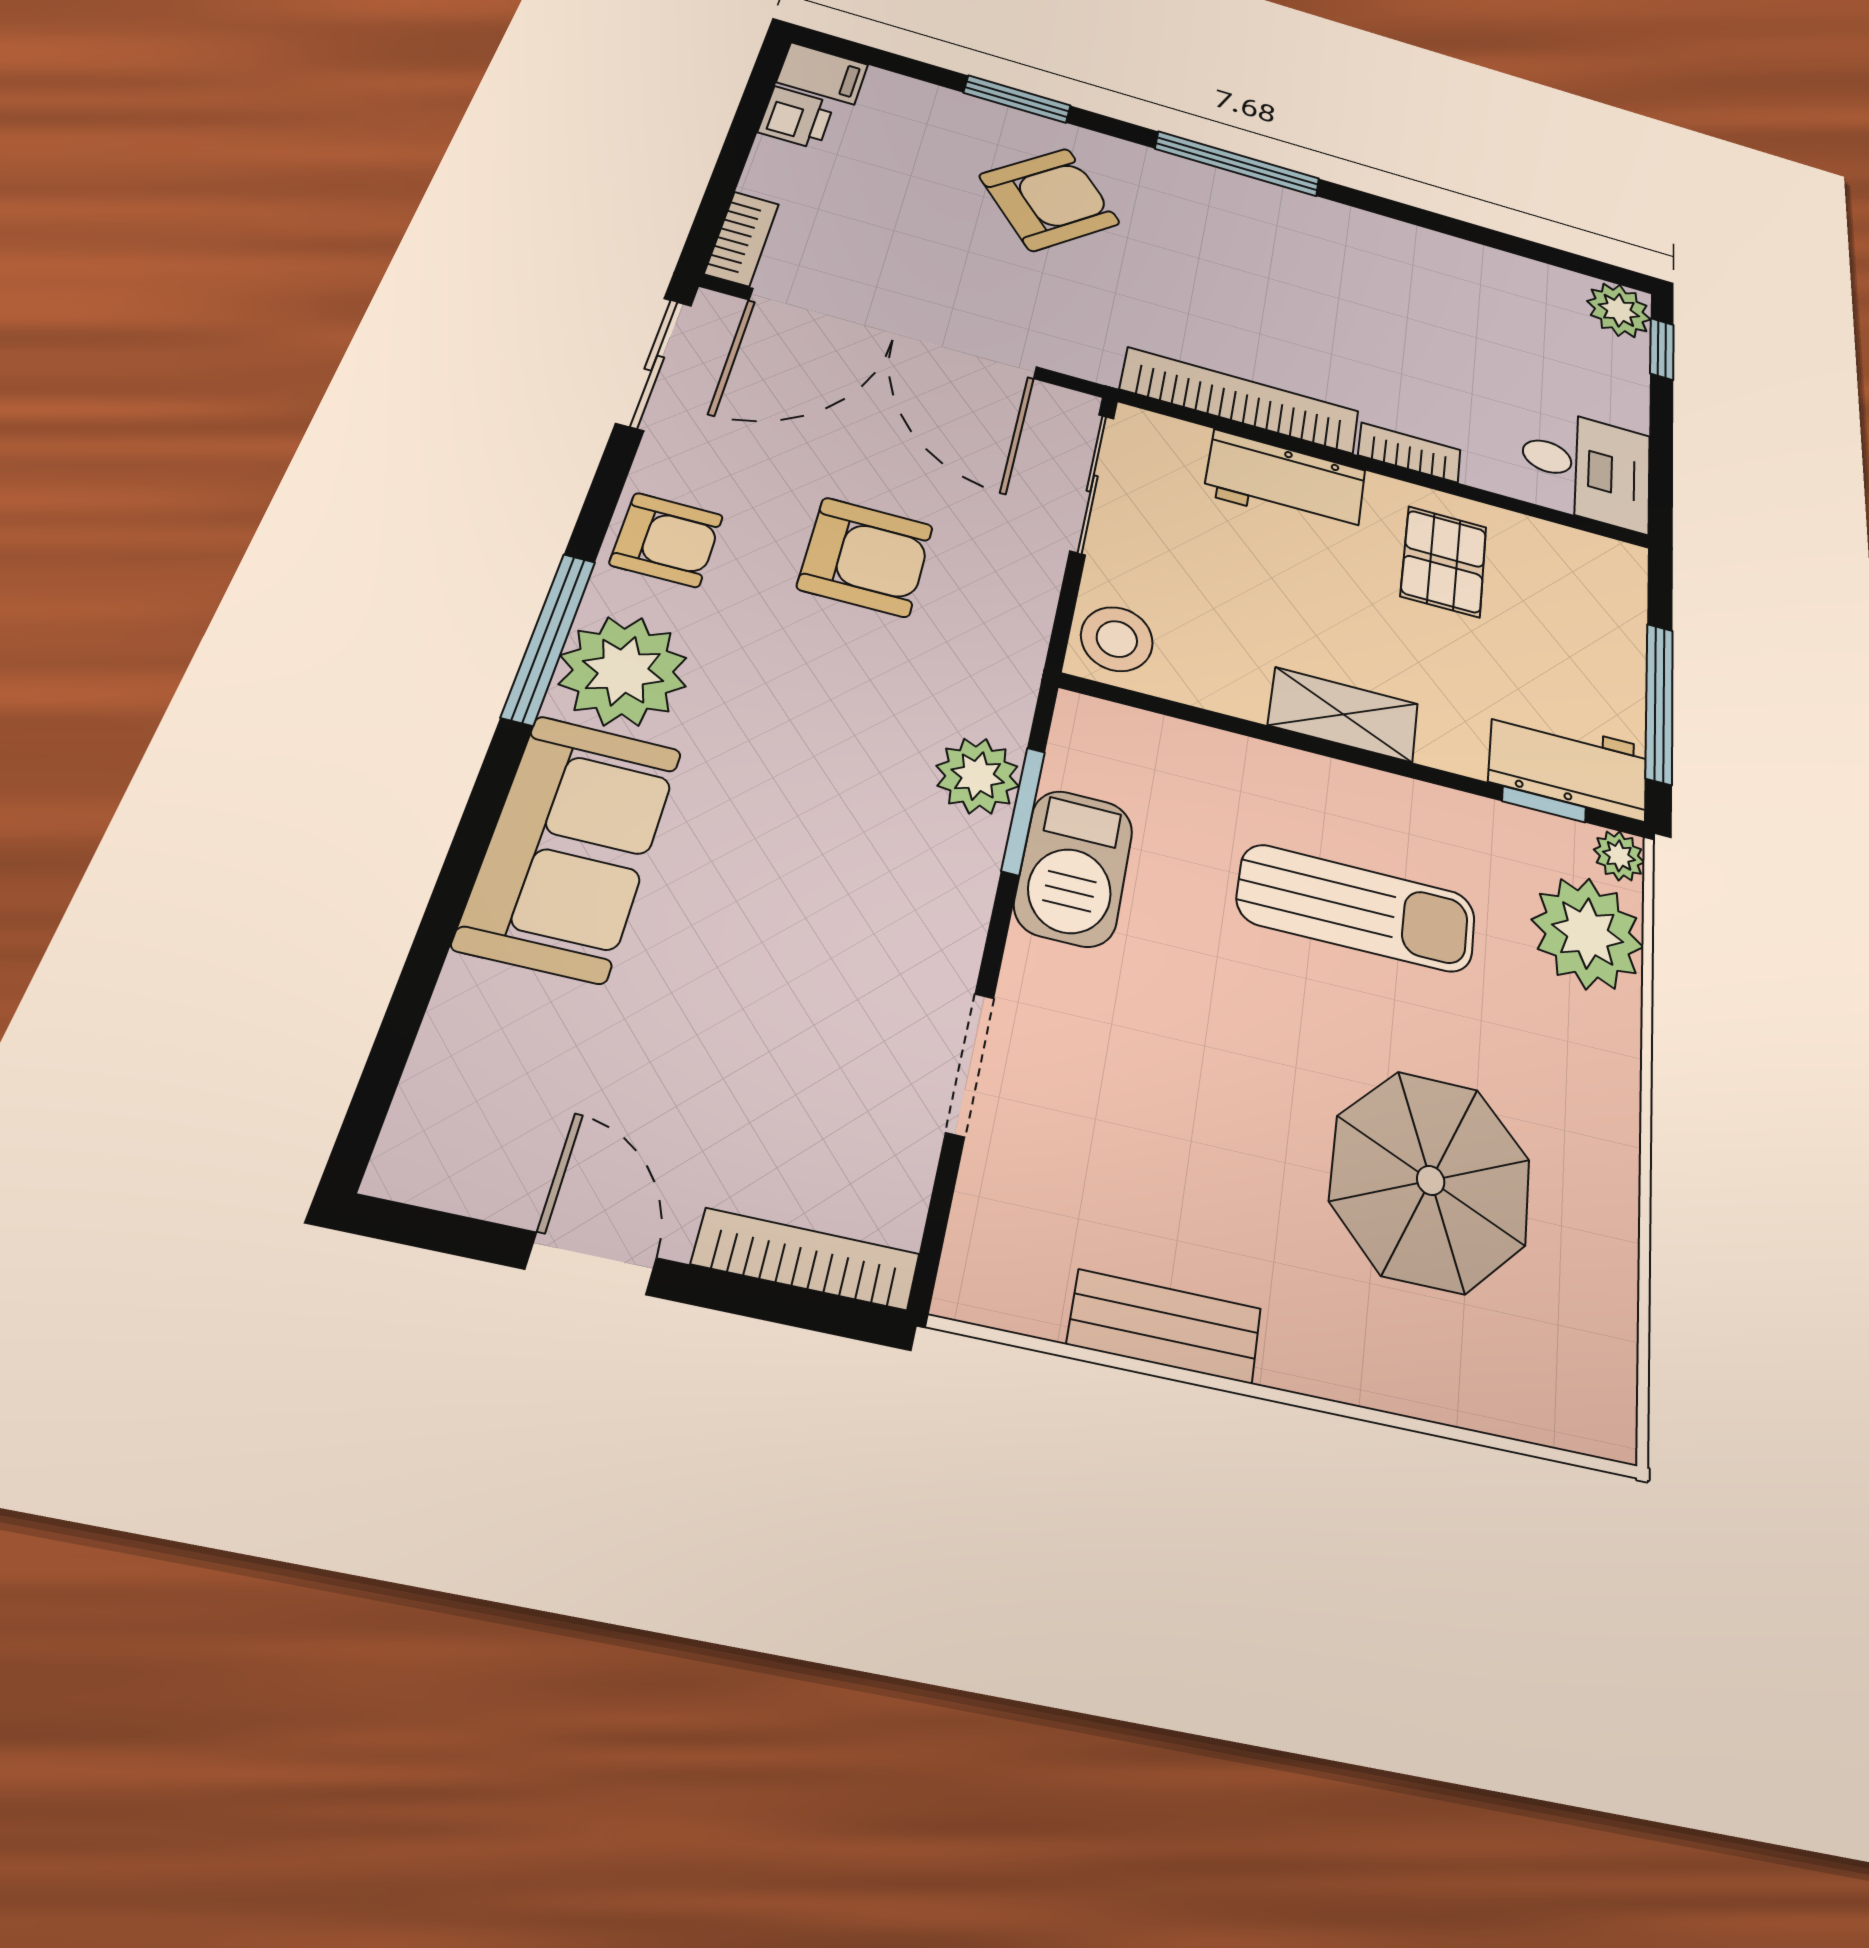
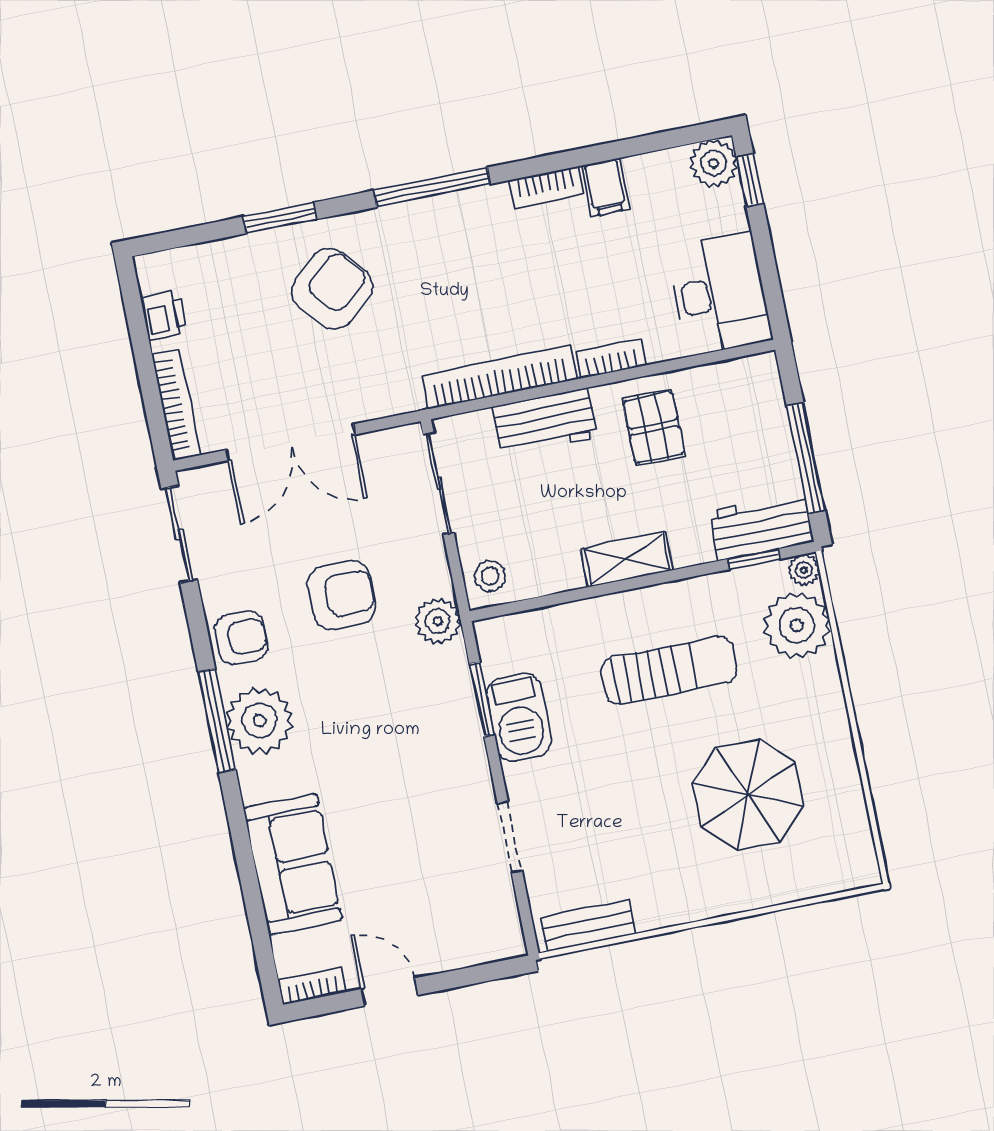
filing cabinet: (822, 73) -> (605, 187), moved, turned 90
bookcase: (1389, 233) -> (546, 187), added
bookcase: (742, 239) -> (176, 405), width x1.56
double door: (894, 334) -> (290, 442), width x0.73
desk: (1586, 468) -> (719, 294), width x1.37
stool: (1117, 639) -> (490, 576), width x0.73, depth x0.73
plant: (978, 776) -> (438, 621), moved
sofa: (570, 846) -> (293, 864), moved
bookcase: (806, 1259) -> (312, 986), moved, width x0.64
bench: (1165, 1326) -> (588, 926), moved

